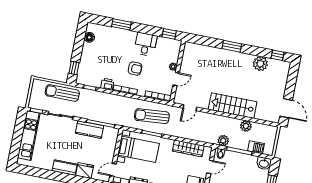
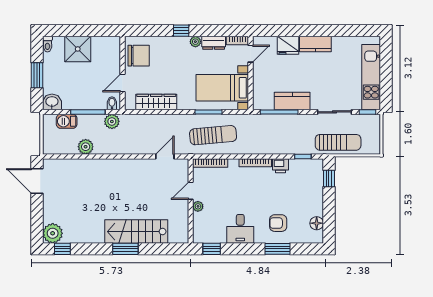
plant: (260, 64) -> (53, 233), moved
armchair: (135, 69) -> (278, 223), moved
stairs: (233, 106) -> (136, 232), moved, turned 180

